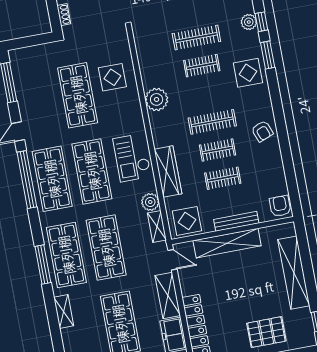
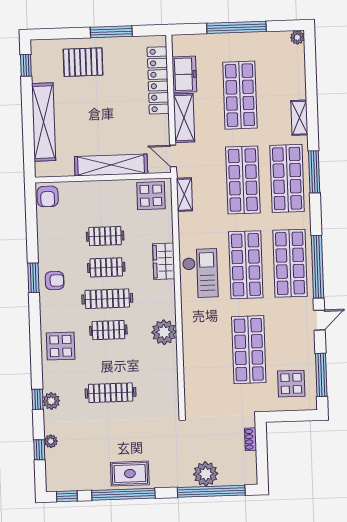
window: (268, 55) -> (33, 278), moved
clothes rail: (202, 66) -> (108, 330), moved
display table: (112, 77) -> (291, 384), moved
armchair: (262, 131) -> (55, 281), turned 111
wardrobe: (168, 171) -> (164, 261), width x0.67
plant: (150, 202) -> (188, 222), removed
bench: (236, 221) -> (98, 187), removed

